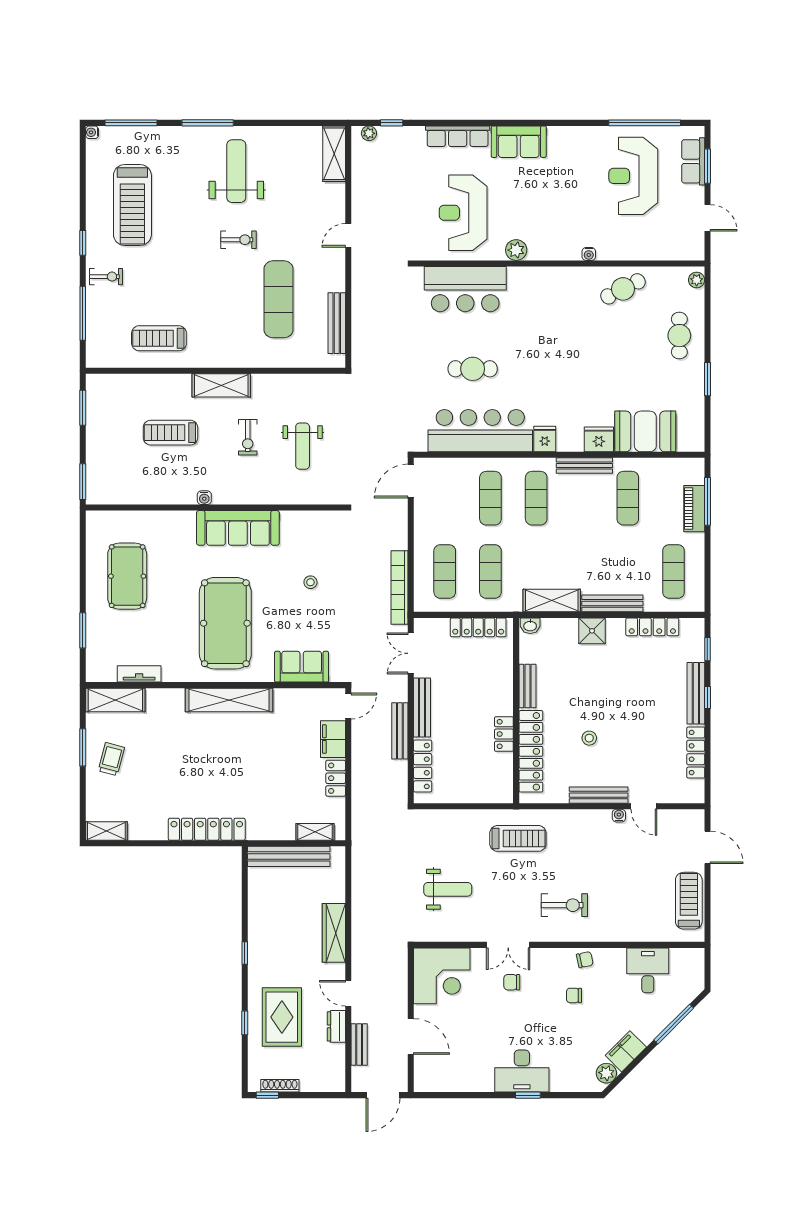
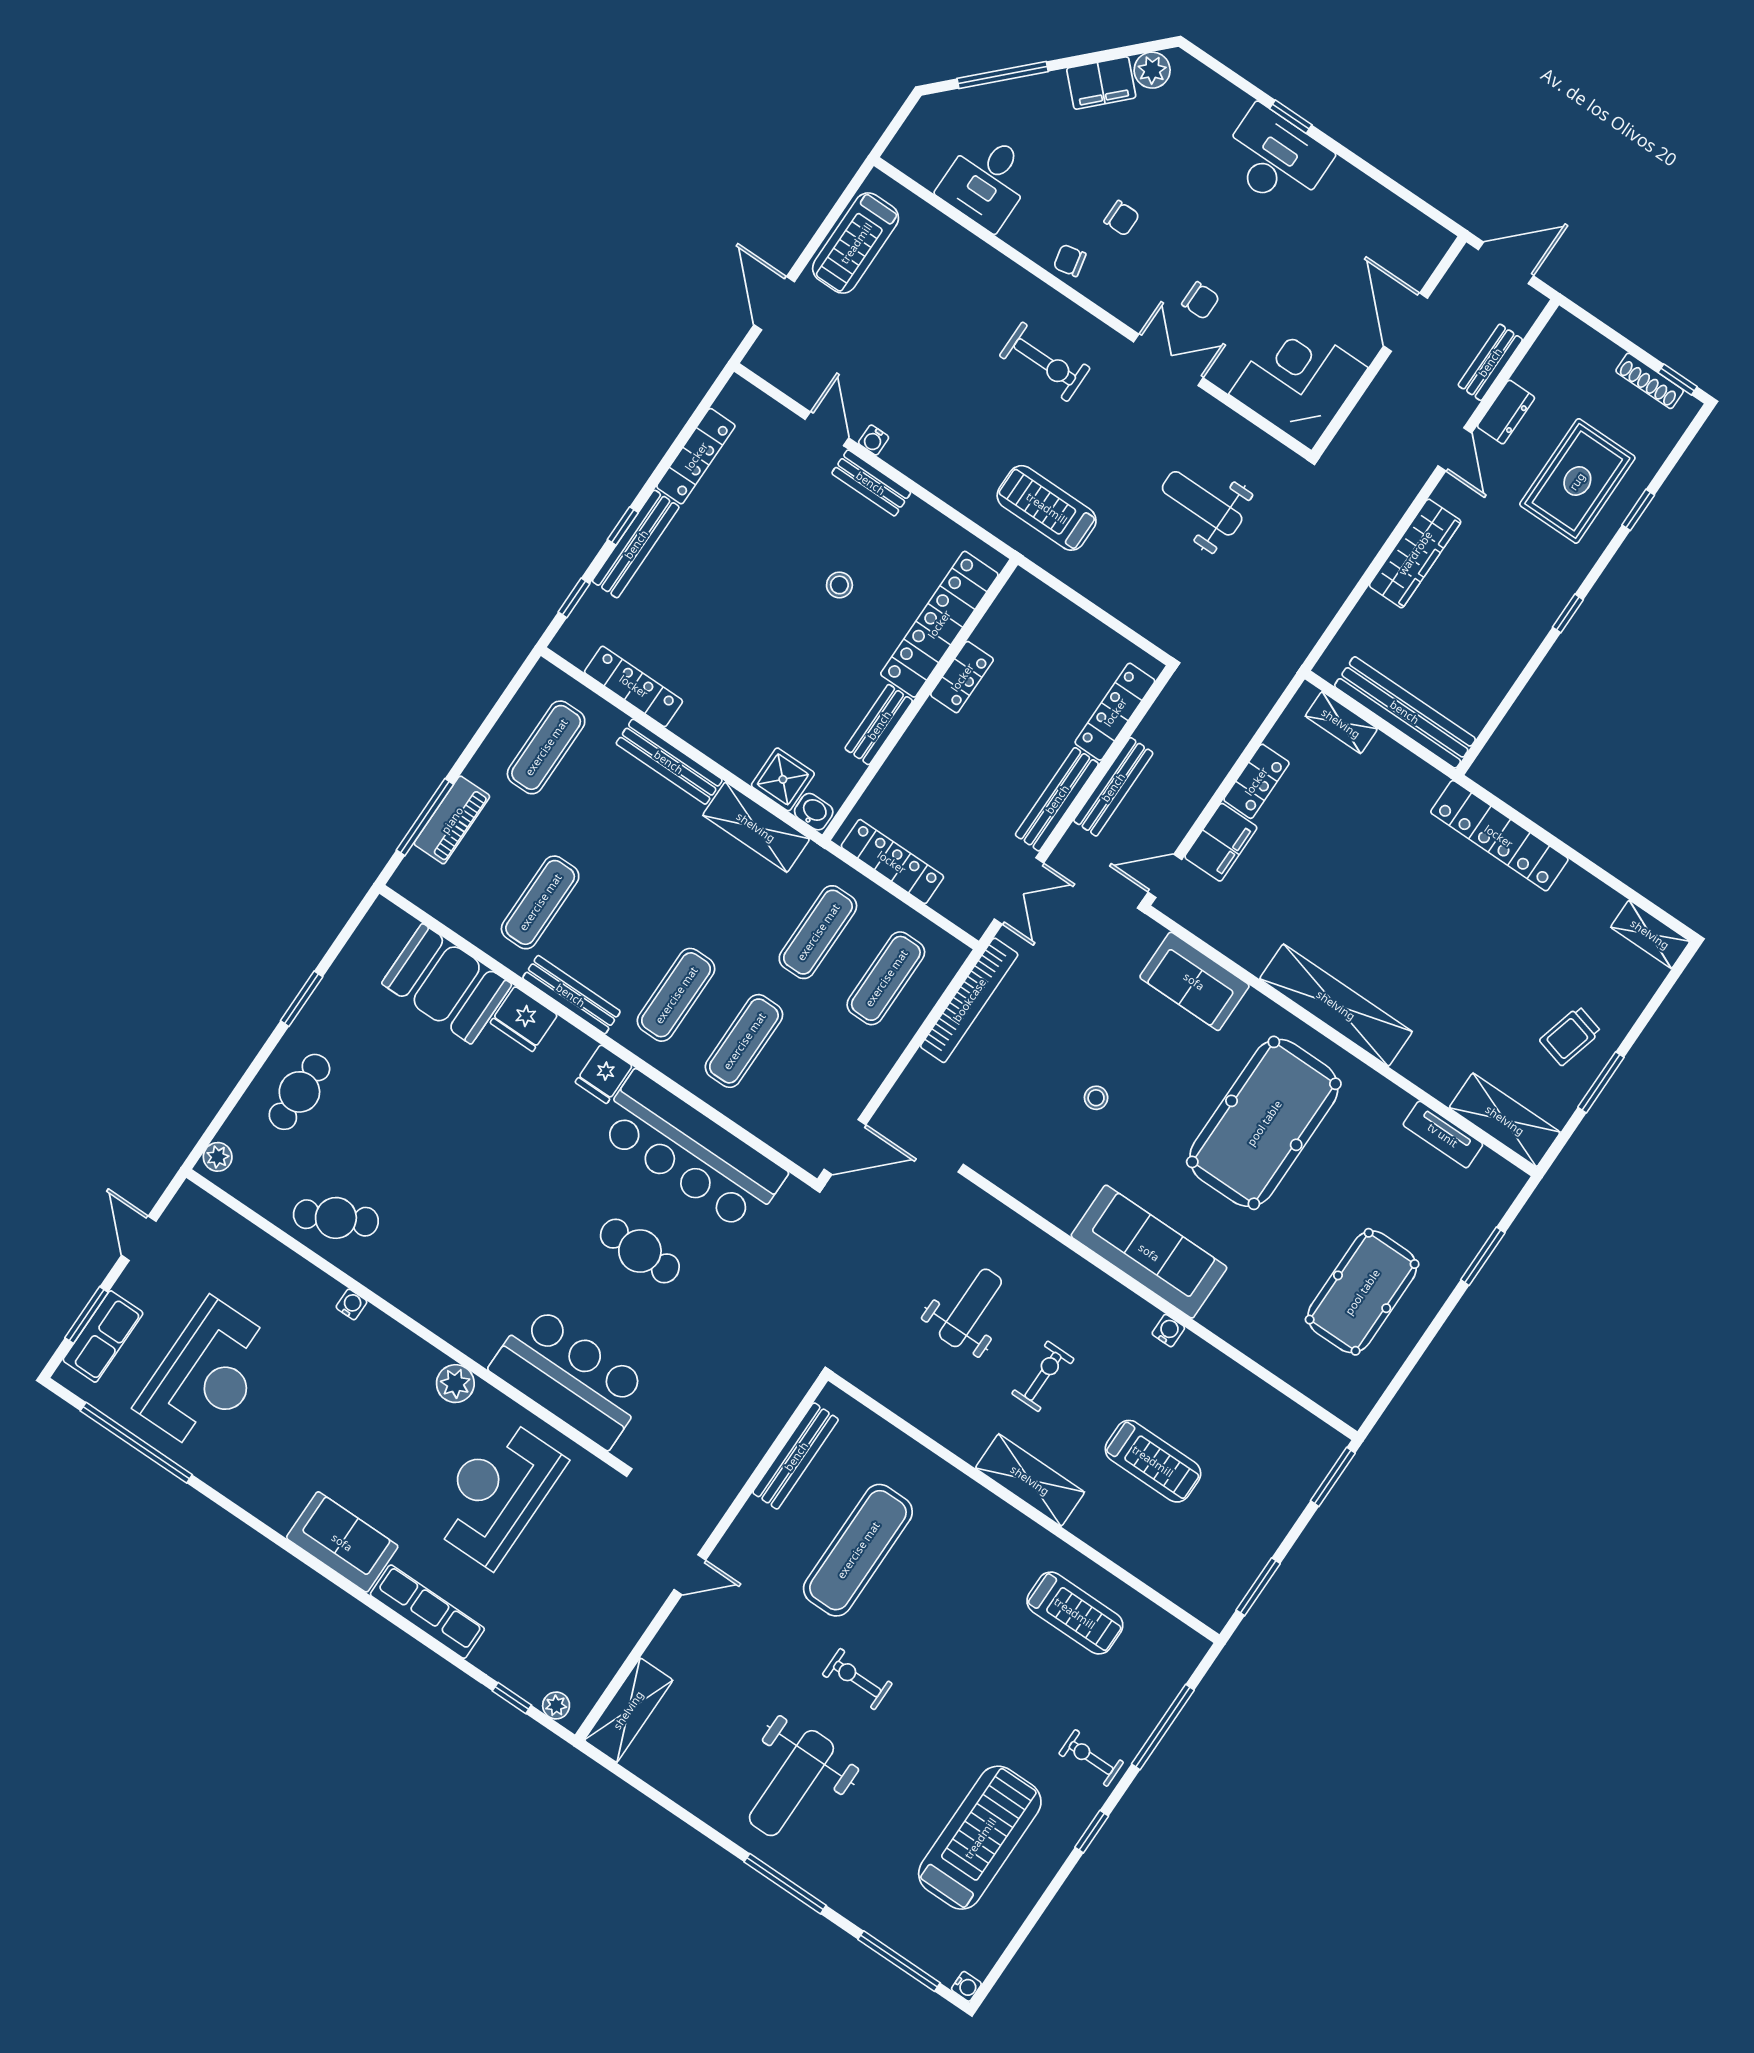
reception desk: (463, 213) -> (497, 1492), turned 180
shower: (592, 631) -> (783, 779), moved
bench: (599, 795) -> (871, 483), width x0.73
exercise bike: (564, 905) -> (1045, 362), turned 180

